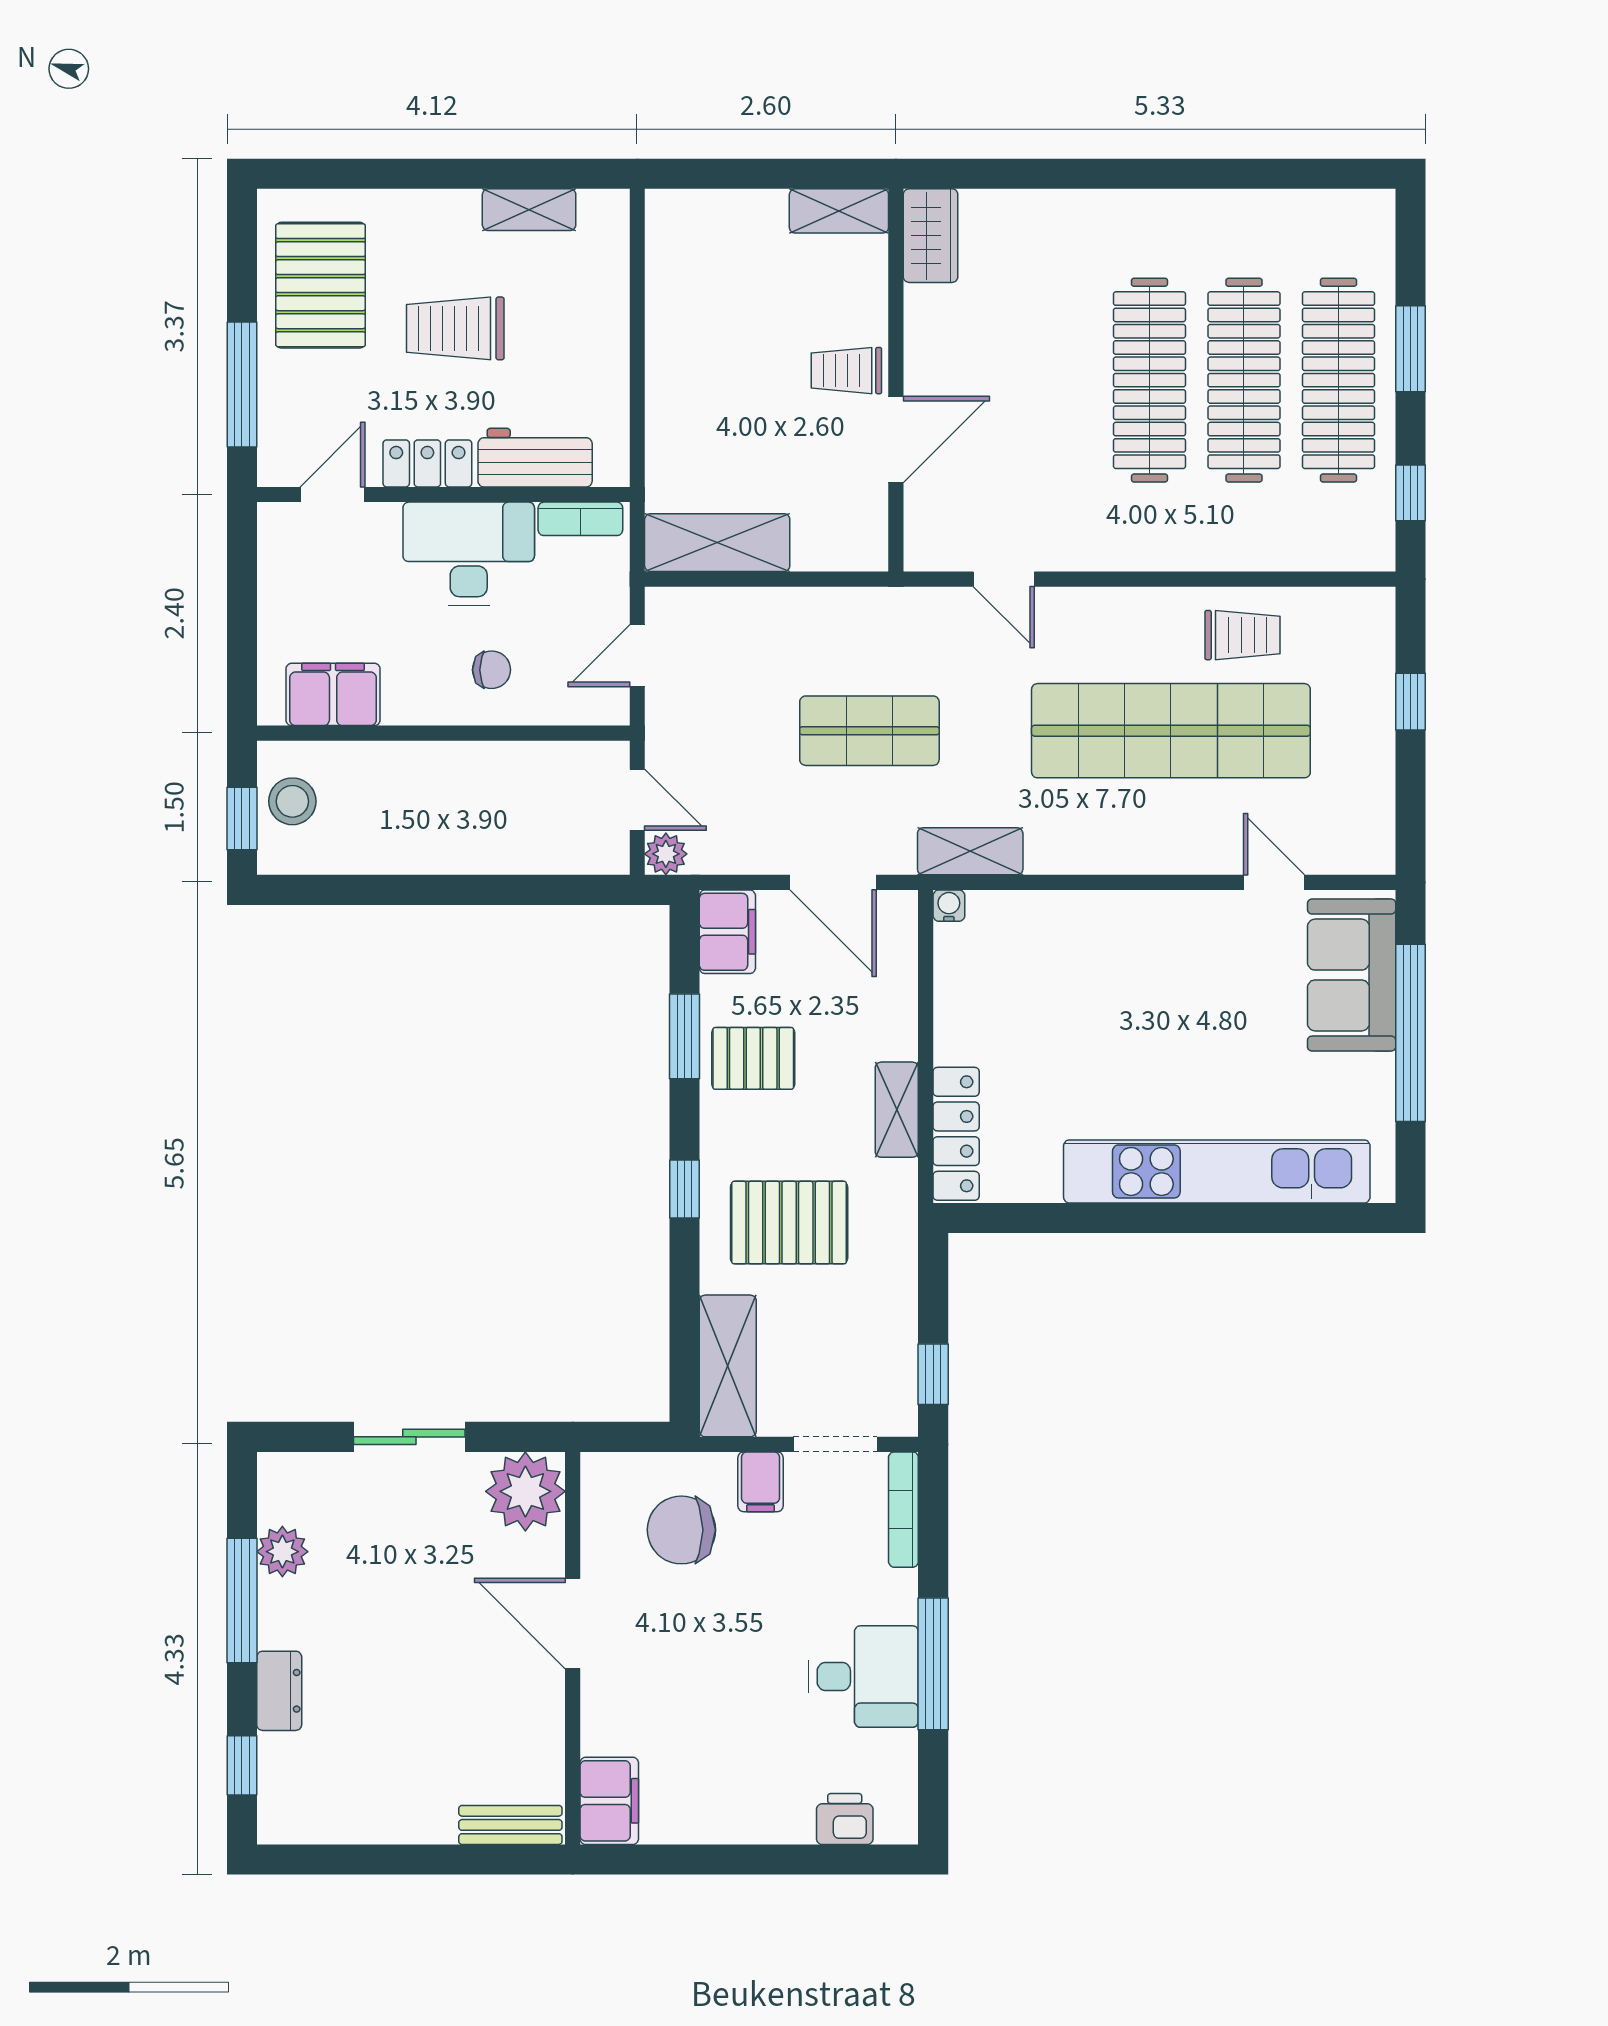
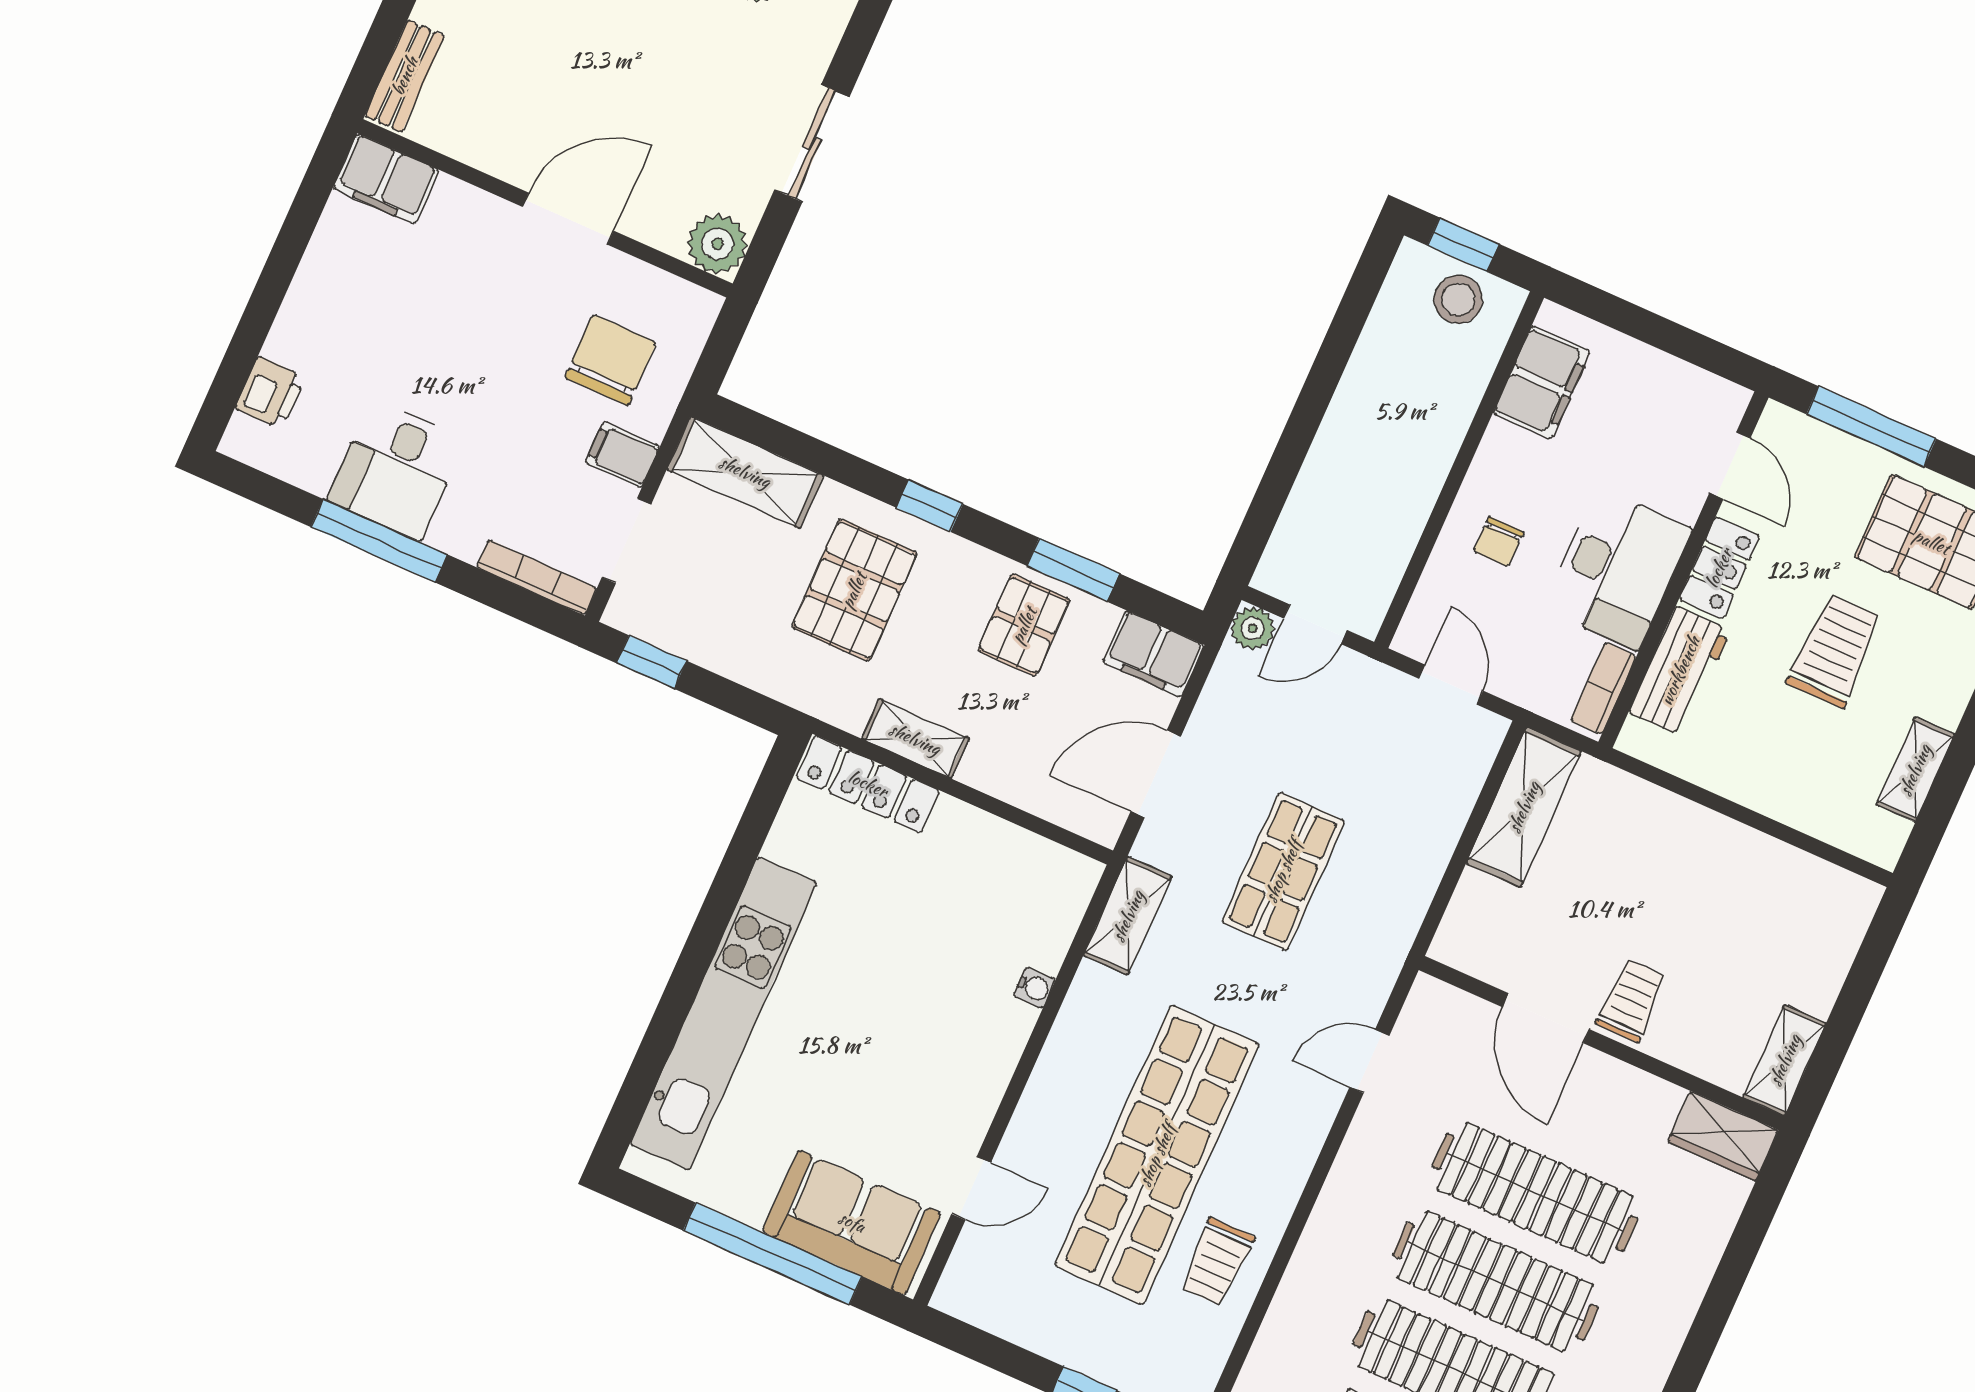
clothes rail: (1055, 380) -> (1535, 1193), added
water cooler: (949, 906) -> (1034, 988), moved
plant: (525, 1491) -> (717, 244), width x0.73, depth x0.73

